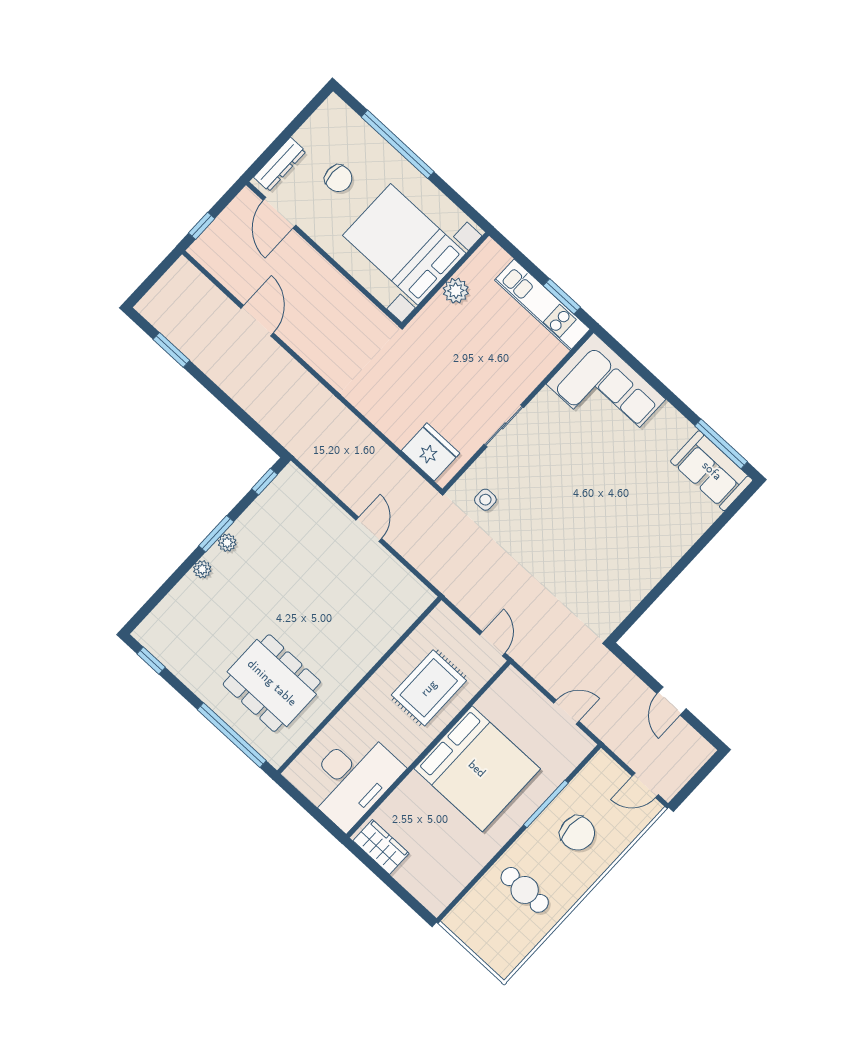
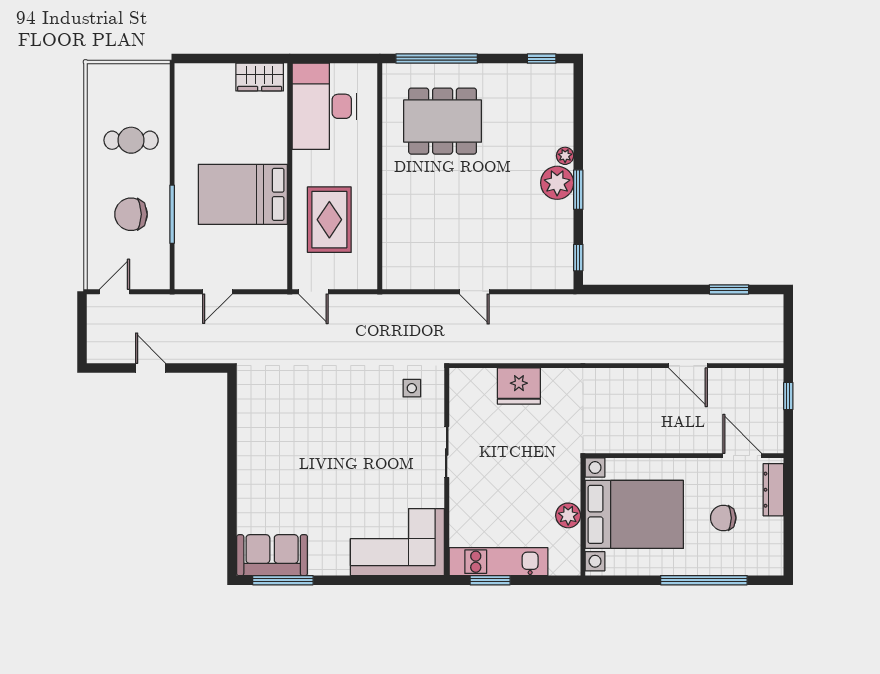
fridge: (431, 452) -> (519, 386), moved
plant: (227, 543) -> (557, 183), width x1.88, depth x1.88
bed: (477, 769) -> (243, 194), width x0.73

